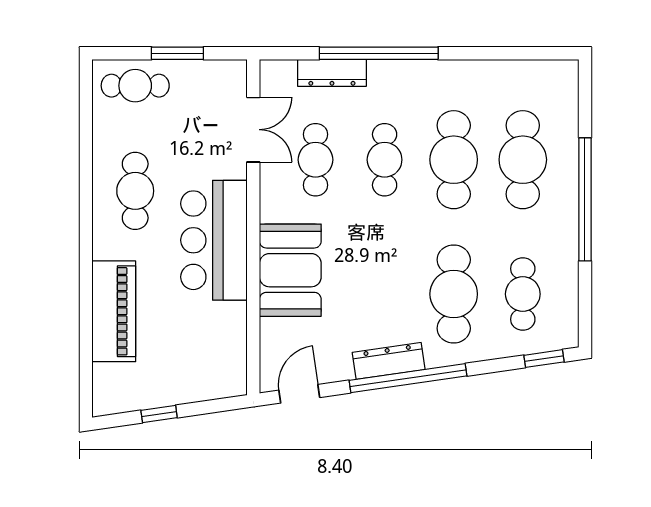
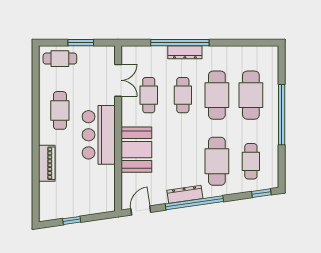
dresser: (332, 73) -> (185, 52), moved
piano: (114, 311) -> (47, 163), width x0.73, depth x0.75

